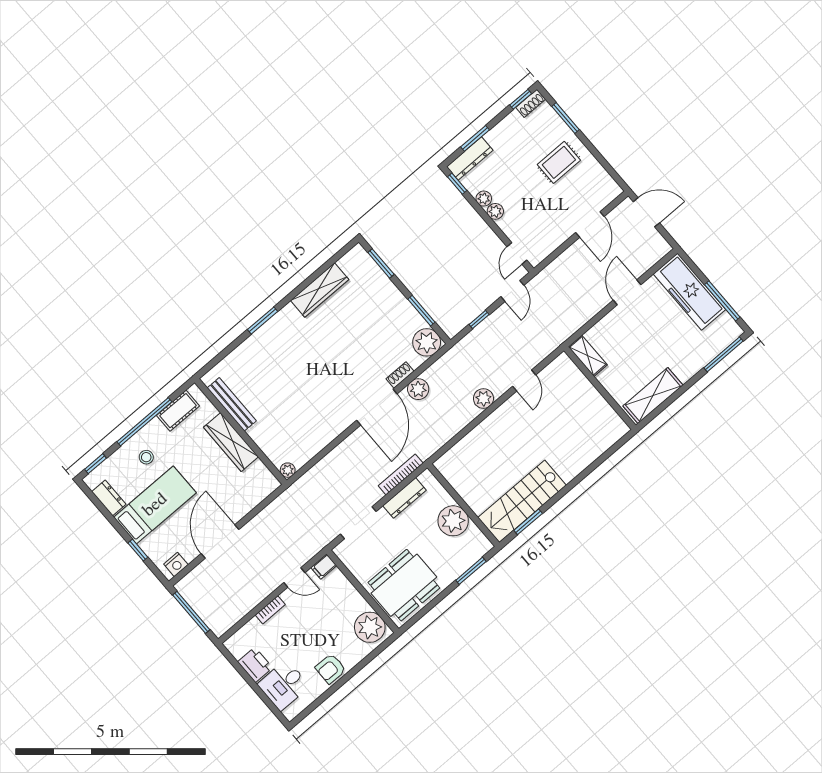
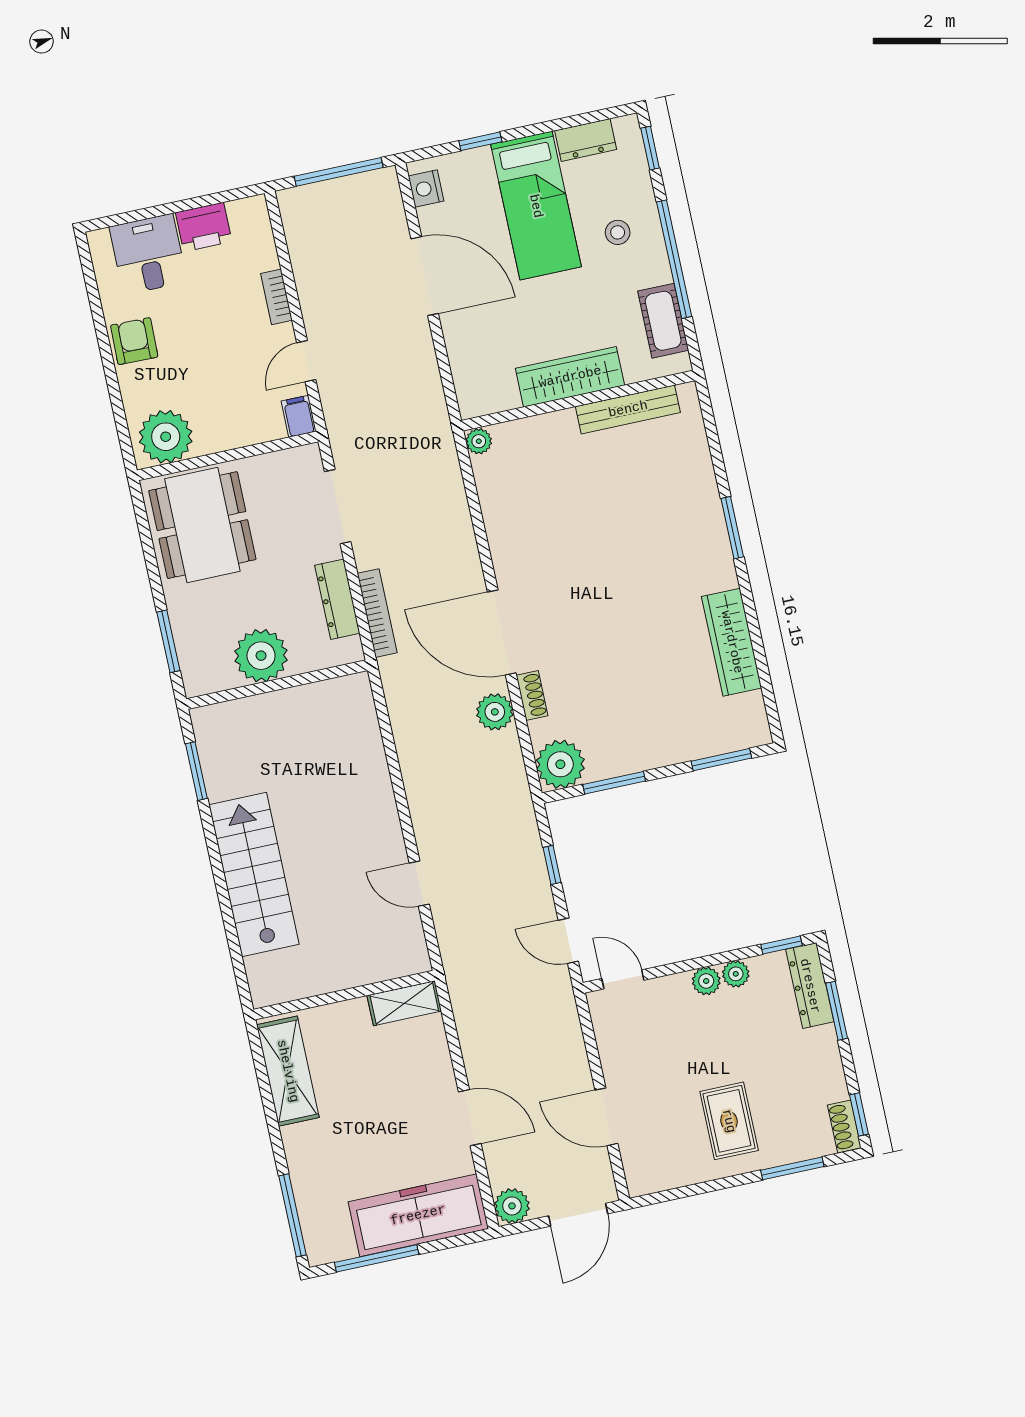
plant: (483, 399) -> (512, 1206), moved
stairs: (522, 501) -> (254, 875), moved

